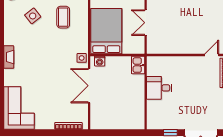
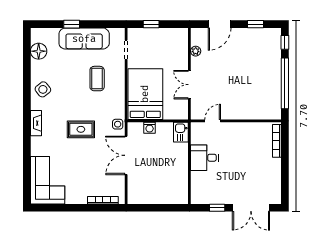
side table: (33, 16) -> (43, 89), moved
door: (212, 55) -> (213, 121), moved
washing machine: (100, 61) -> (150, 128), moved
rug: (49, 63) -> (81, 129), added

